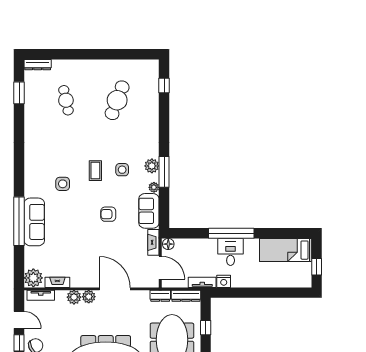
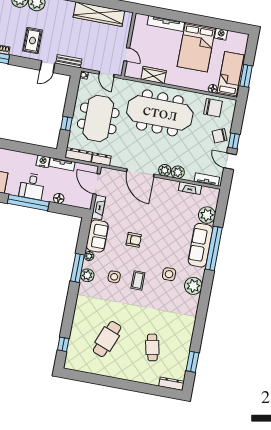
plant: (34, 176) -> (193, 286), added
floor lamp: (168, 244) -> (59, 198), moved
plant: (33, 278) -> (207, 215), moved

